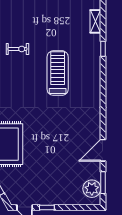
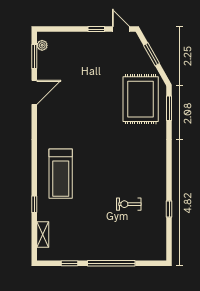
treadmill: (58, 73) -> (61, 174), moved
plant: (92, 189) -> (42, 45), width x0.53, depth x0.53

